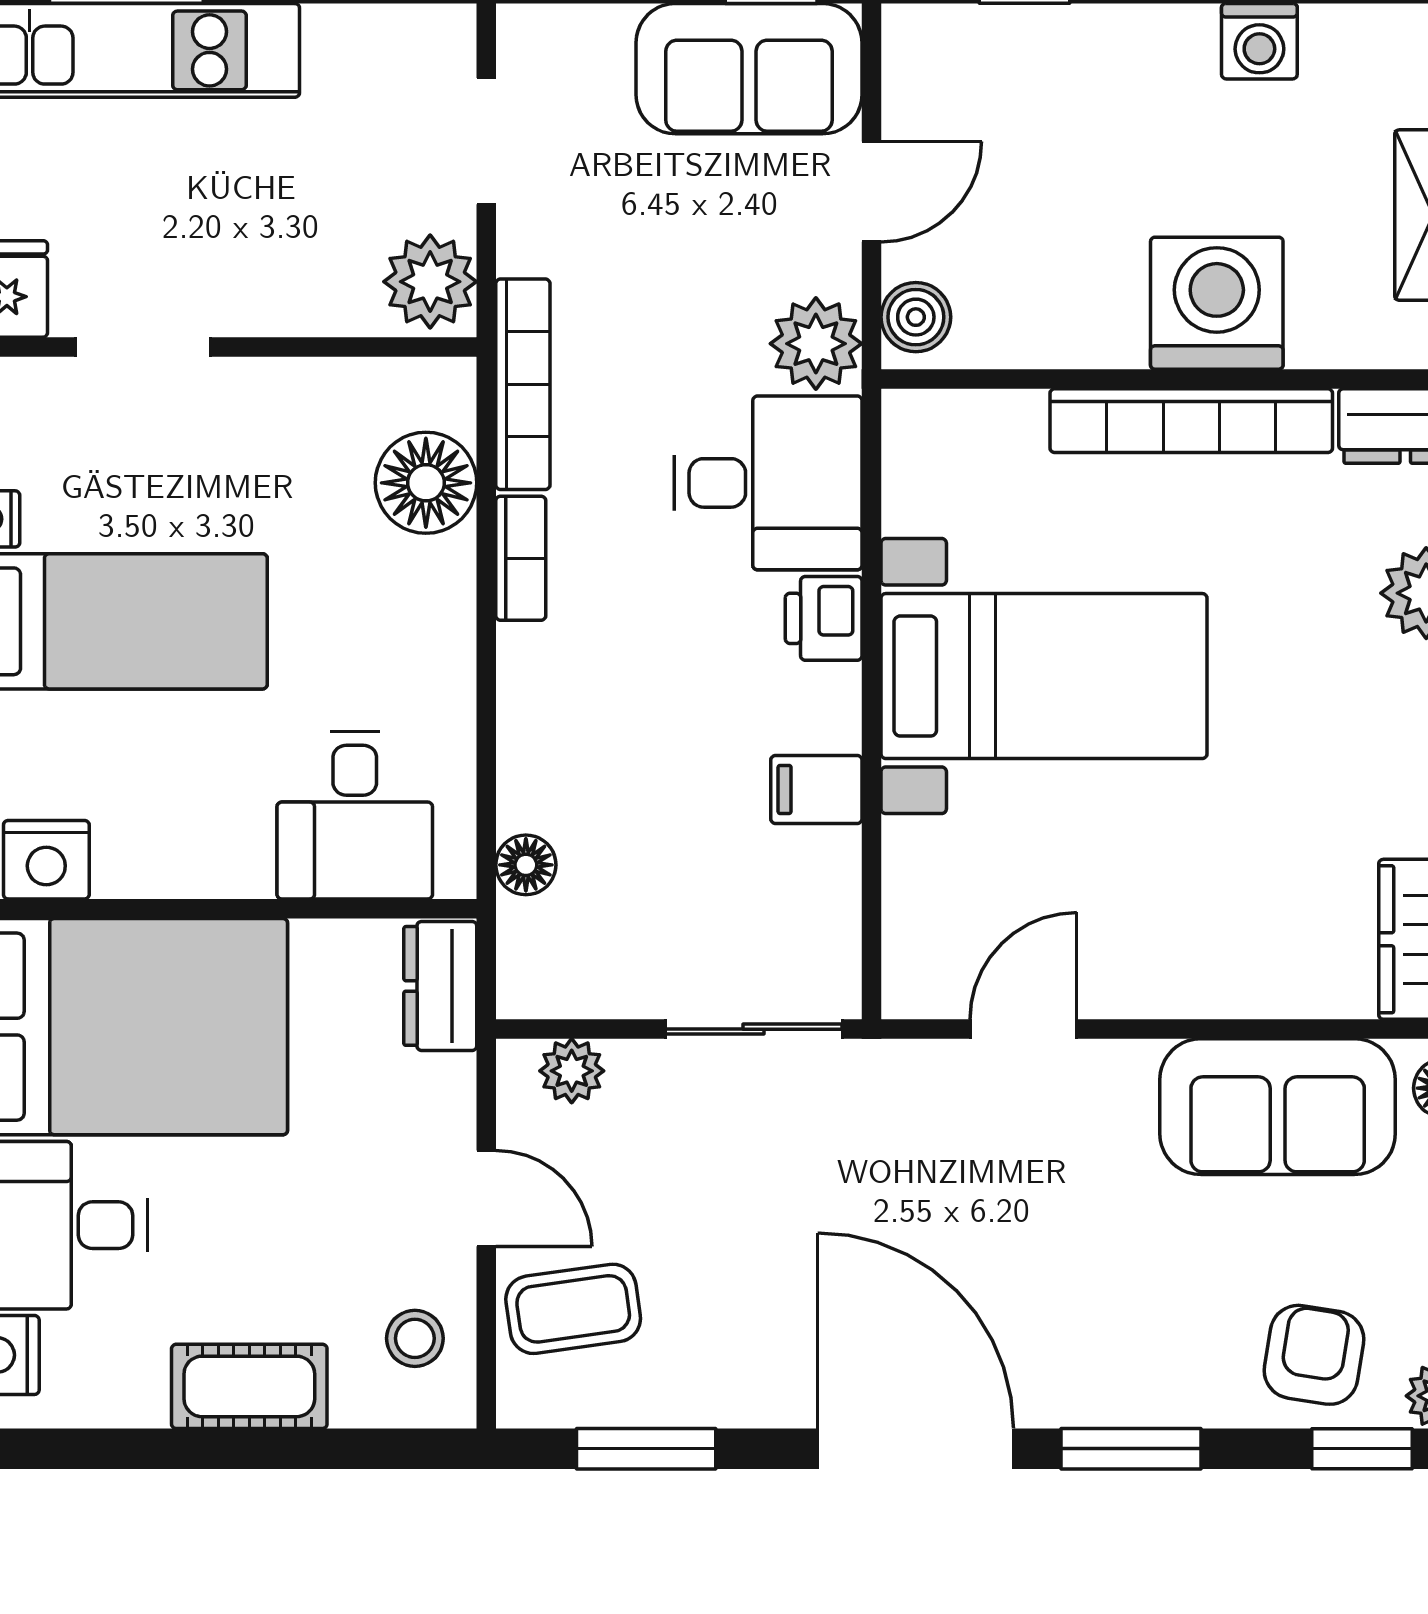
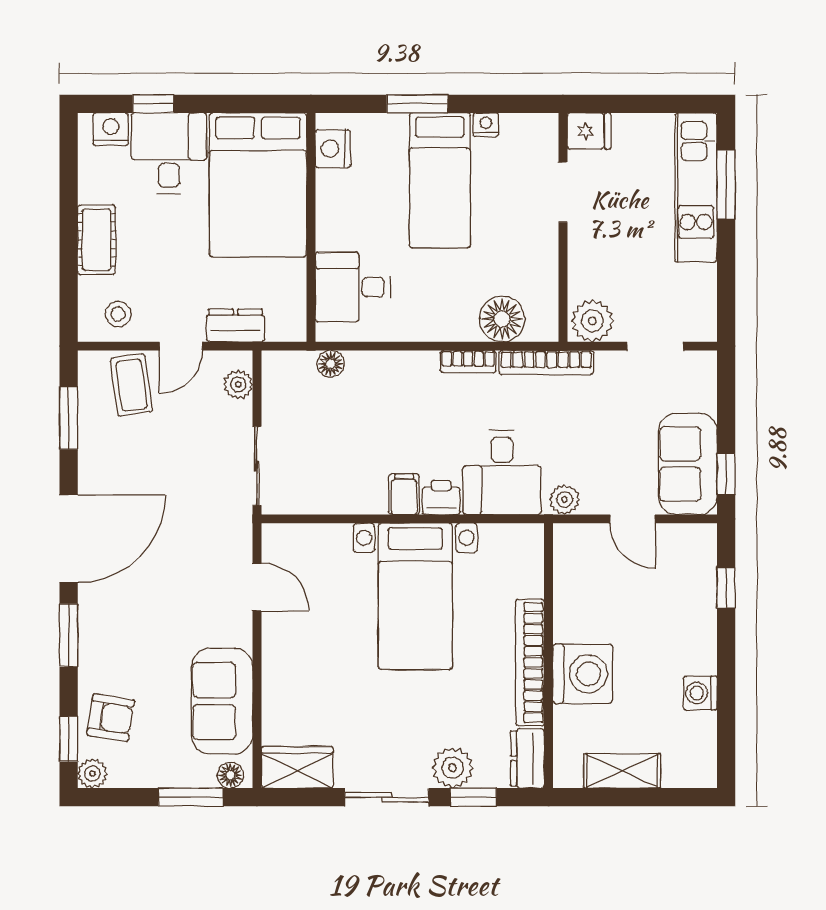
boiler: (916, 317) -> (576, 539), removed
plant: (816, 344) -> (564, 500), width x0.73, depth x0.73
filing cabinet: (816, 789) -> (404, 494), moved
dresser: (440, 986) -> (235, 325), moved

